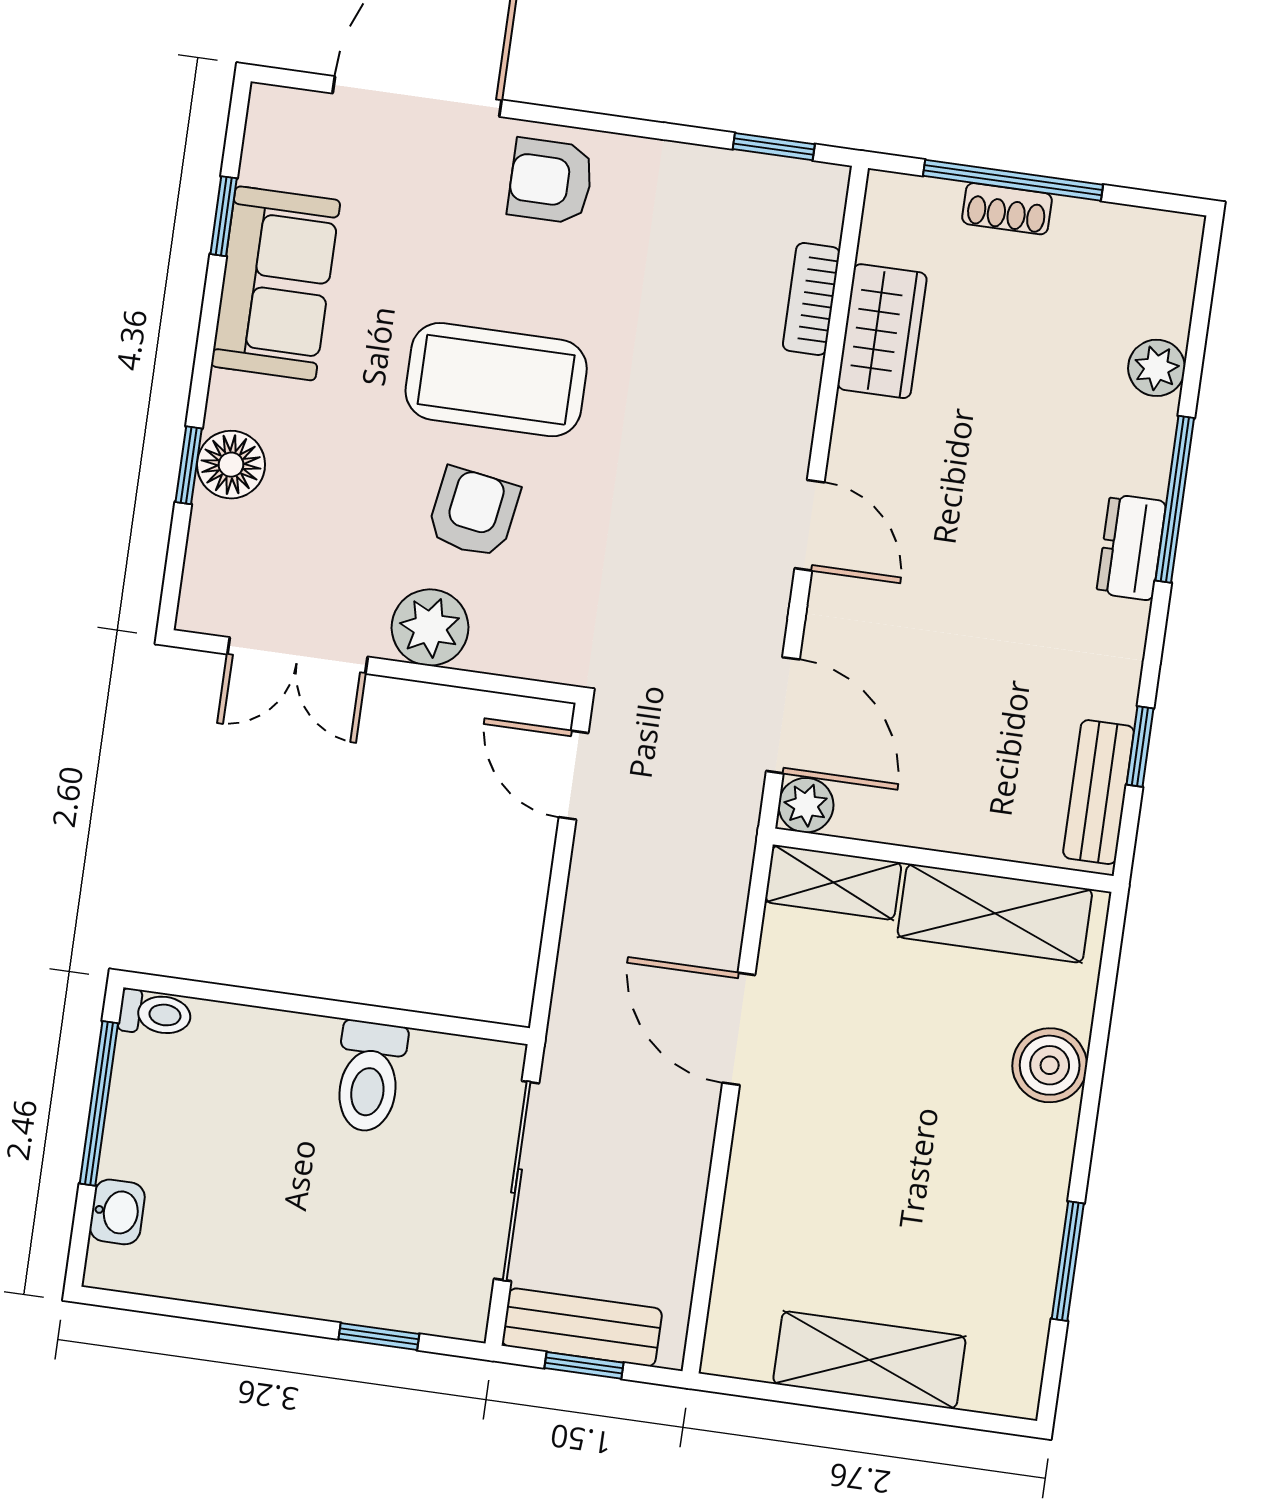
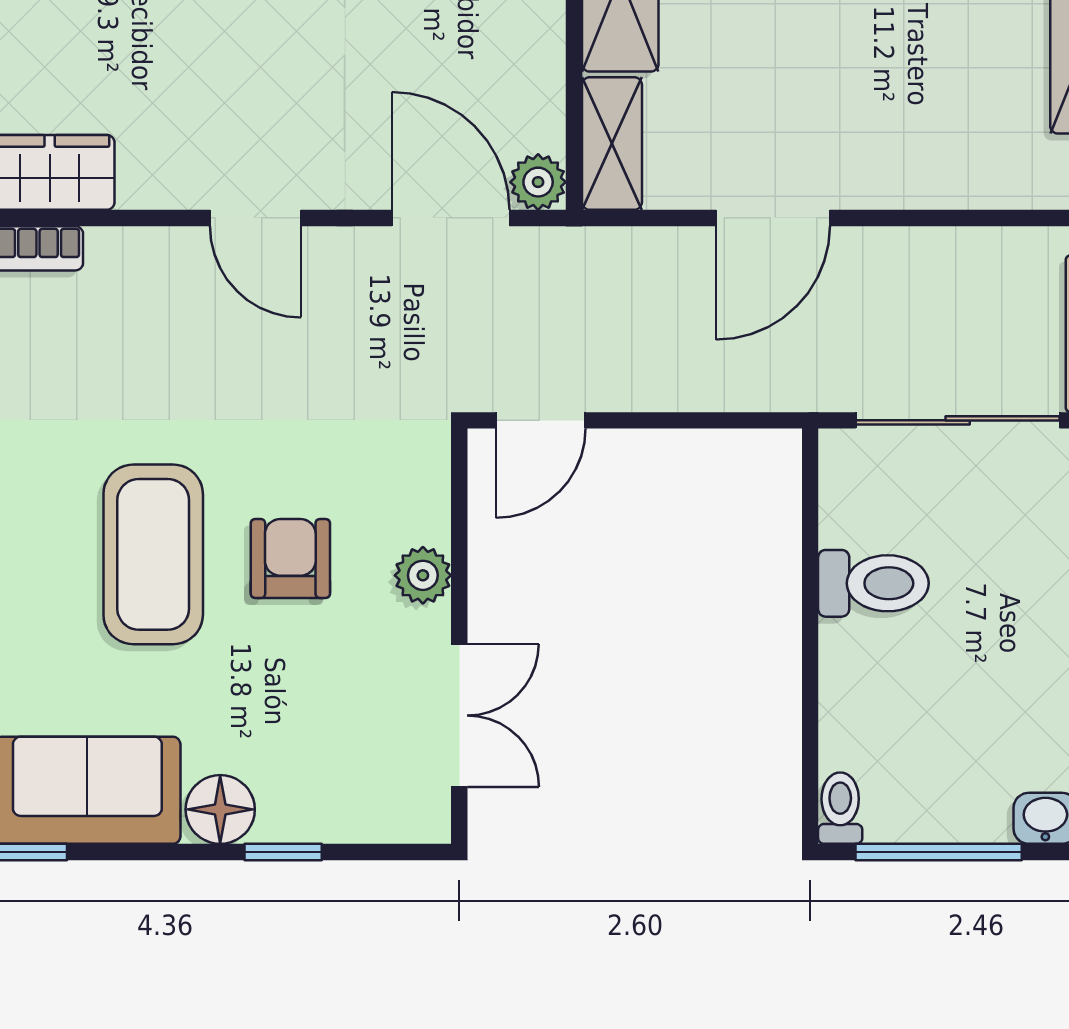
floor lamp: (231, 465) -> (220, 809), moved
armchair: (473, 513) -> (290, 559), turned 81
door: (810, 525) -> (255, 218), swing flipped
plant: (430, 627) -> (423, 575), width x0.73, depth x0.73
door: (783, 715) -> (451, 218), hinge flipped

